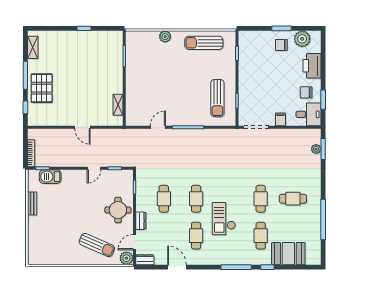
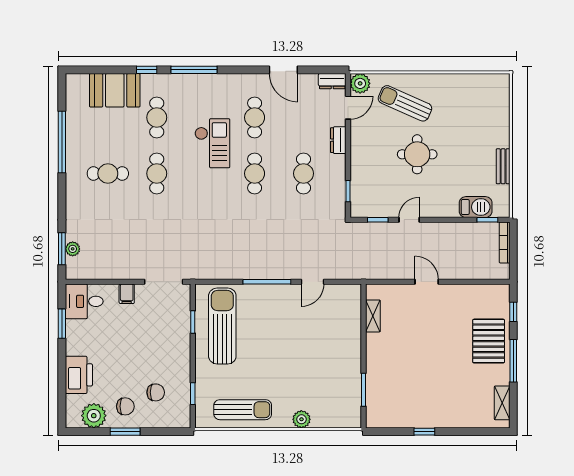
chair: (306, 92) -> (156, 392), moved
sun lounger: (217, 98) -> (222, 326), width x1.36, depth x1.34
round table: (118, 210) -> (417, 154), moved

